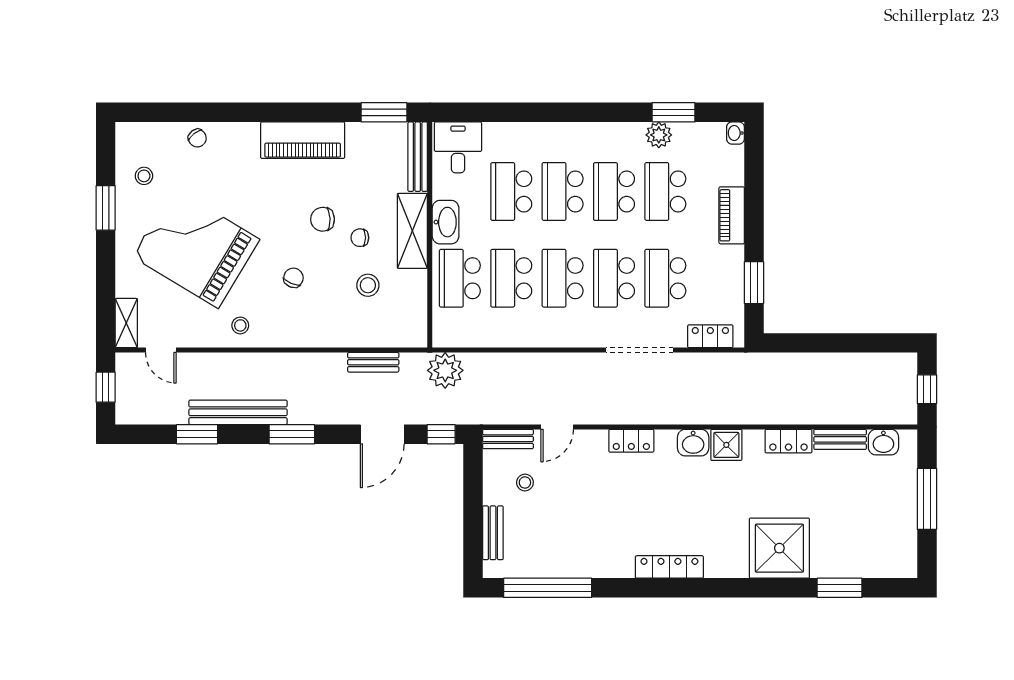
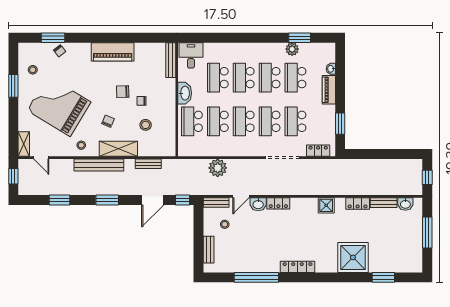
window: (384, 112) -> (53, 38), moved
washbasin: (735, 133) -> (331, 69), moved
shelving: (412, 231) -> (118, 149), moved, turned 90
plant: (445, 370) -> (218, 168), moved
bench: (238, 412) -> (99, 165), moved
washbasin: (693, 443) -> (258, 204), moved
window: (548, 588) -> (256, 277), moved

